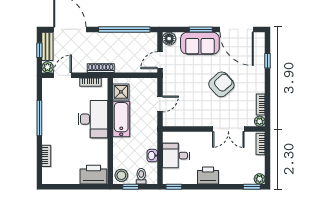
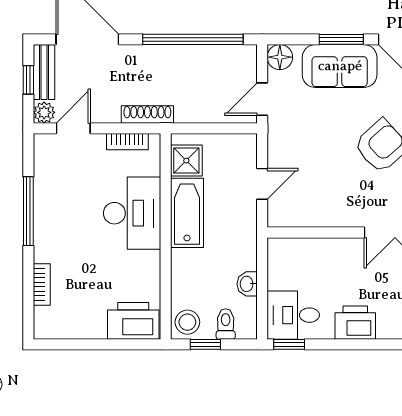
desk: (176, 156) -> (293, 315), moved

